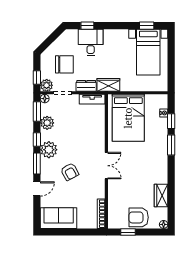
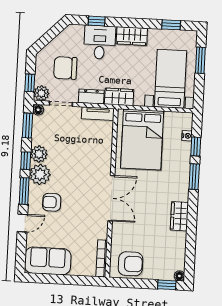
wardrobe: (116, 36) -> (132, 36), added
bed with nightstands: (148, 52) -> (170, 79), moved, turned 180
window: (171, 53) -> (200, 60), added
chair: (64, 64) -> (65, 68), turned 180
plant: (47, 123) -> (39, 154), moved
double door: (106, 166) -> (111, 198), width x1.37
armchair: (70, 172) -> (52, 202), moved, turned 118
wardrobe: (161, 196) -> (179, 216), moved
armchair: (139, 217) -> (131, 264), moved, turned 180
window: (128, 232) -> (167, 285), moved

